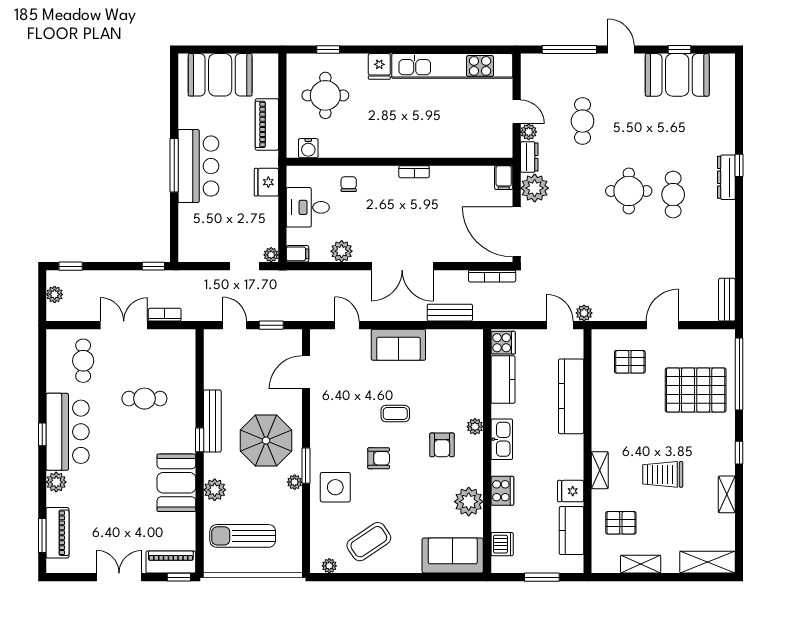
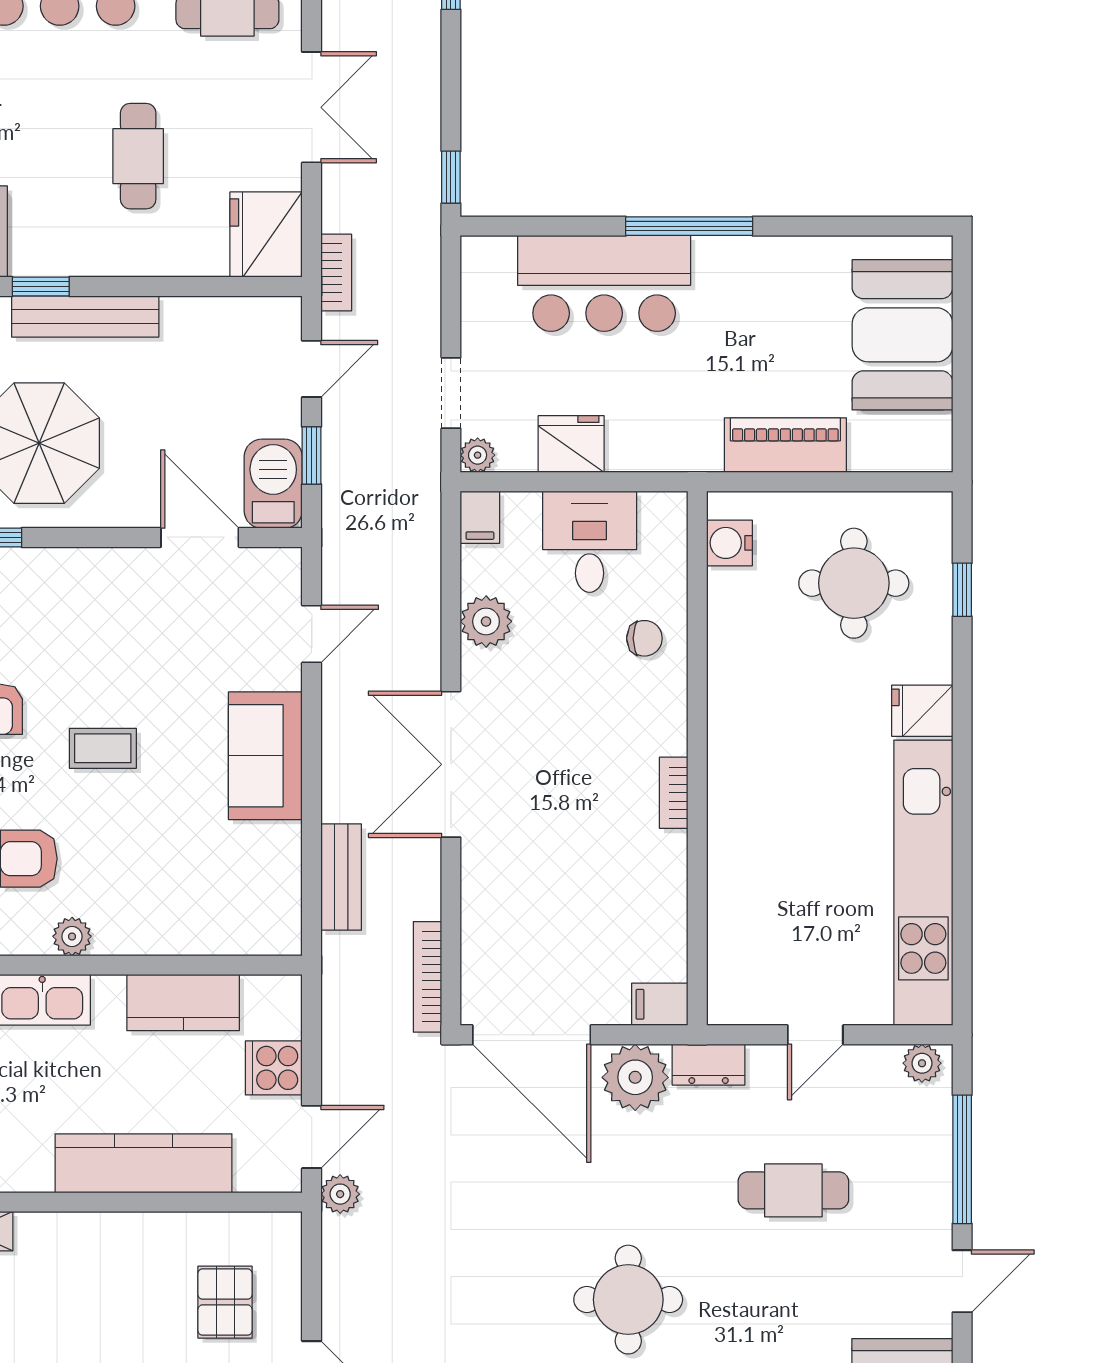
plant: (529, 132) -> (922, 1063), moved
bar counter: (198, 166) -> (604, 283), moved
fridge: (266, 182) -> (571, 444), moved
door: (517, 232) -> (532, 1035), swing flipped
bookcase: (165, 315) -> (336, 273), moved
barbecue: (283, 341) -> (273, 484), added
cooker: (503, 343) -> (274, 1068), moved, turned 90
fridge: (178, 344) -> (266, 235), added
coffee table: (395, 414) -> (103, 748), turned 90

